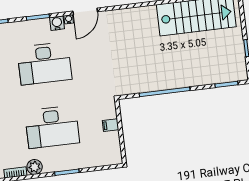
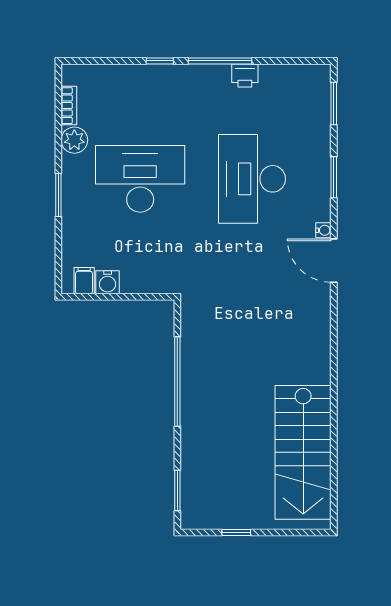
water cooler: (57, 23) -> (108, 282), moved, turned 90
filing cabinet: (111, 125) -> (84, 281), moved
desk: (52, 127) -> (140, 179), turned 90

